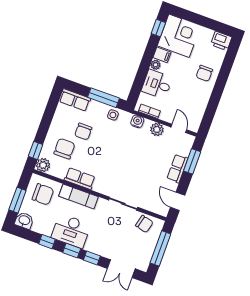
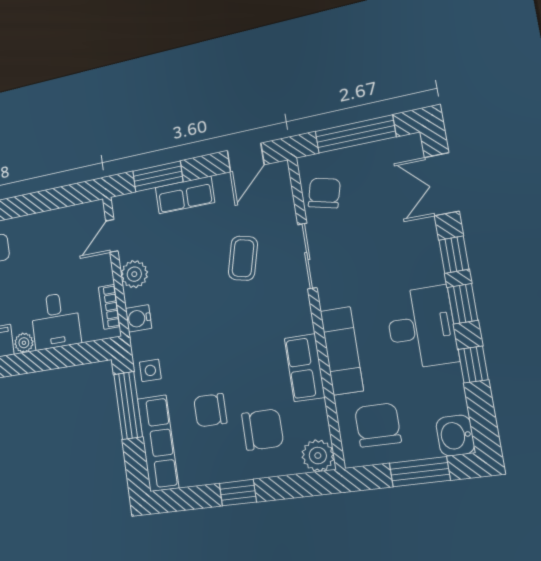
row of seats: (75, 100) -> (158, 443), width x1.48
chair: (83, 132) -> (210, 410), turned 180
chair: (64, 149) -> (263, 430), turned 180
window: (36, 150) -> (238, 493), moved
coffee table: (137, 178) -> (243, 258), added
double door: (121, 269) -> (442, 184), swing flipped

